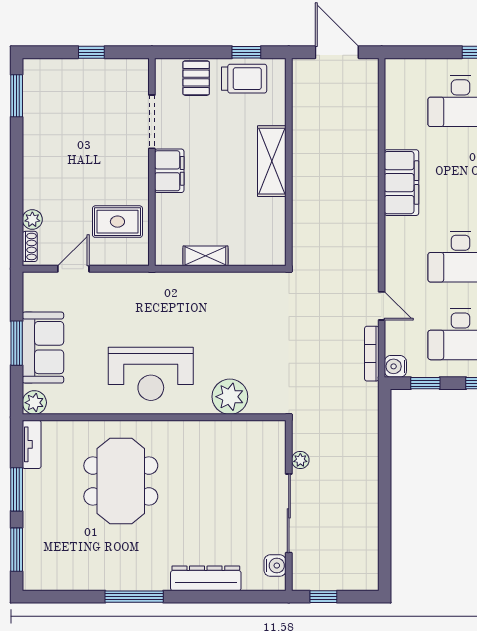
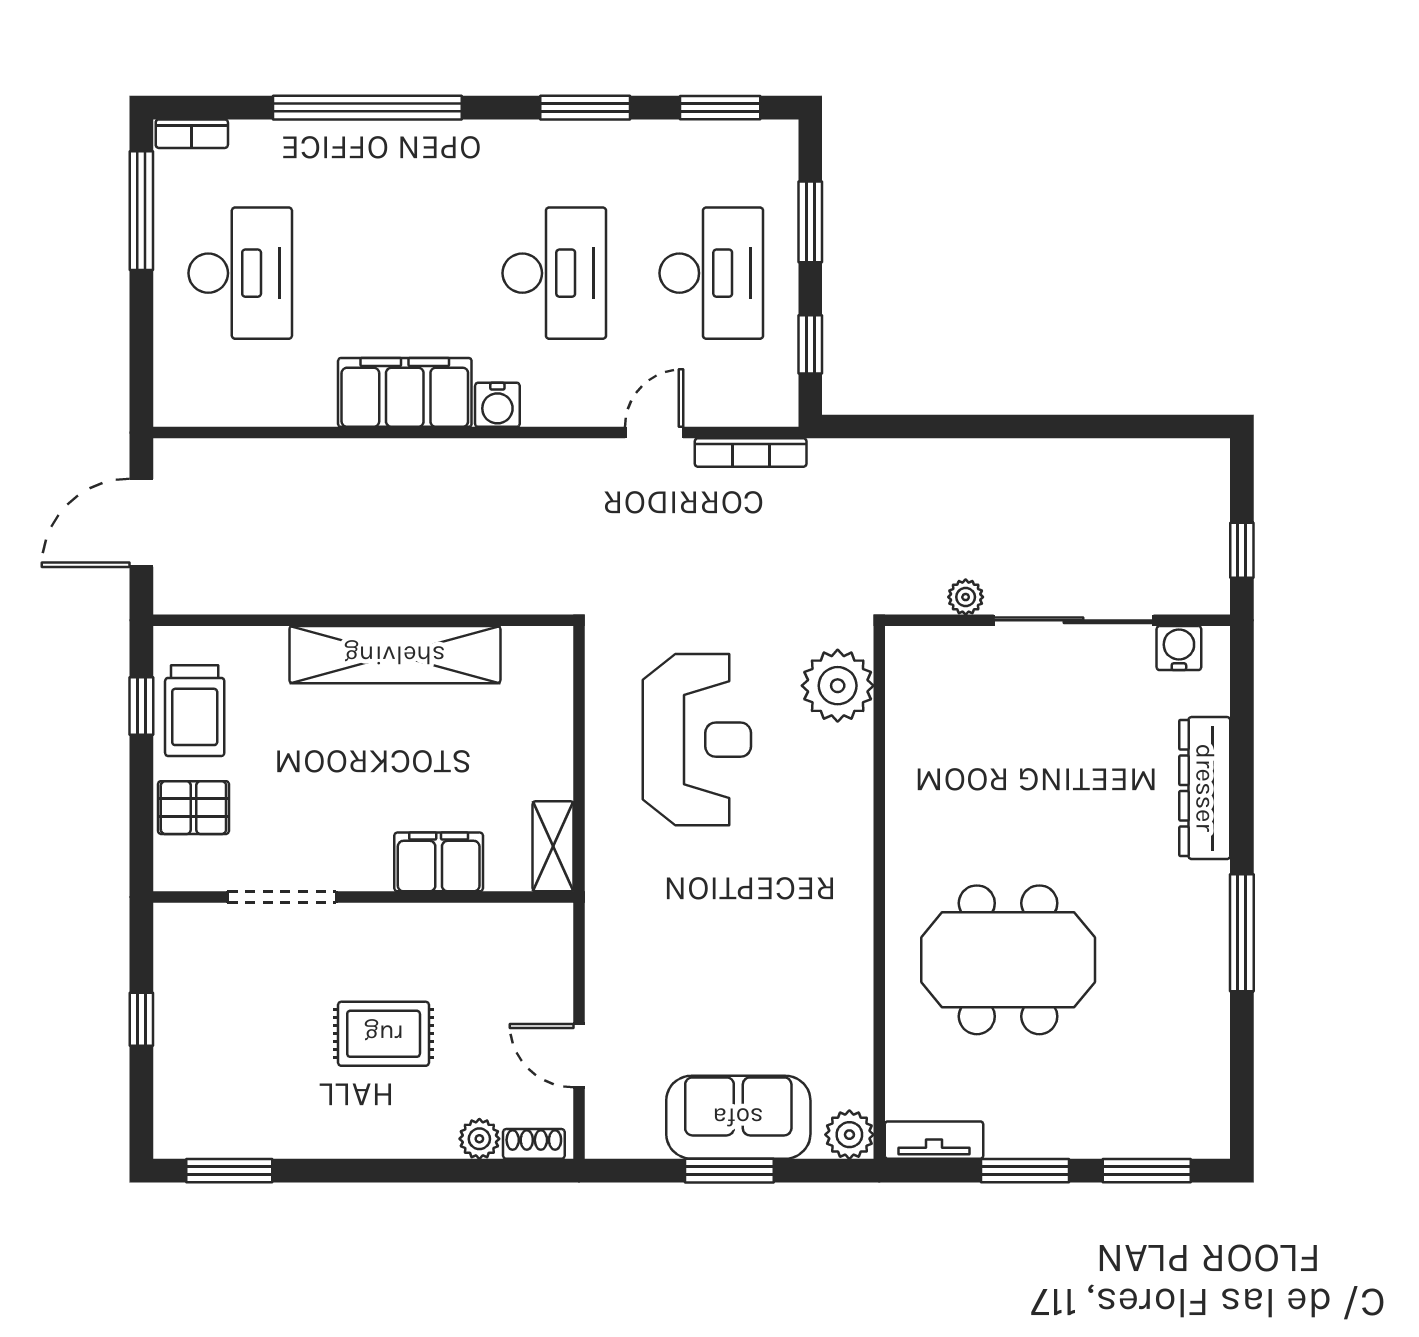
trolley: (244, 79) -> (195, 711), turned 180
shelving: (272, 161) -> (395, 655), width x1.47
filing cabinet: (169, 171) -> (439, 862), moved
rug: (117, 222) -> (384, 1034), moved, turned 90
shelving: (205, 256) -> (553, 846), moved
water cooler: (395, 366) -> (497, 405), moved
reception desk: (151, 374) -> (697, 740), moved
plant: (230, 397) -> (838, 686), moved

